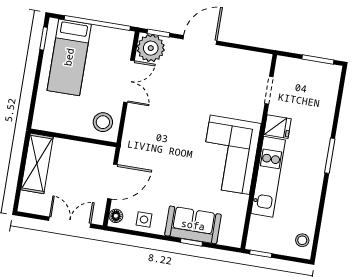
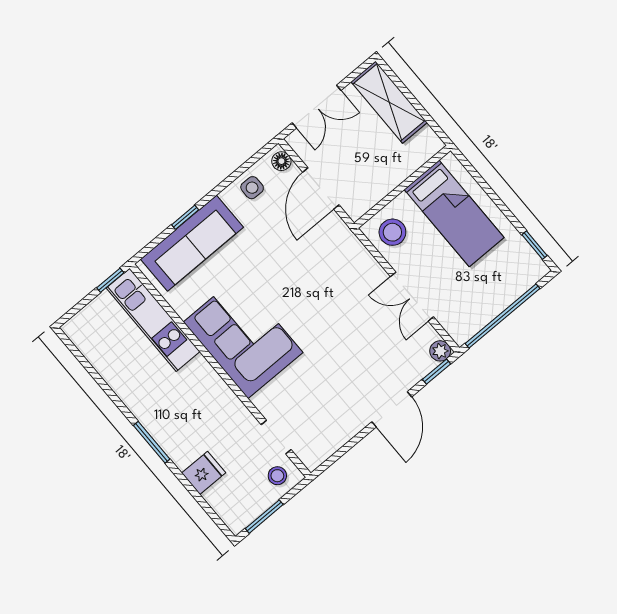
plant: (151, 48) -> (440, 351), width x0.53, depth x0.53
bed: (69, 57) -> (454, 214), moved, turned 180
fridge: (278, 127) -> (204, 473), moved, turned 180
shelving: (37, 163) -> (389, 102), moved
kitchen unit: (268, 177) -> (153, 320), moved
sofa: (193, 225) -> (192, 243), width x1.36
stool: (302, 240) -> (277, 476), moved

